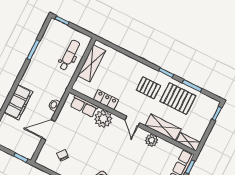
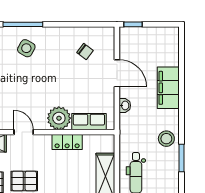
stool: (37, 68) -> (166, 139), added
door: (48, 130) -> (117, 73), hinge flipped

